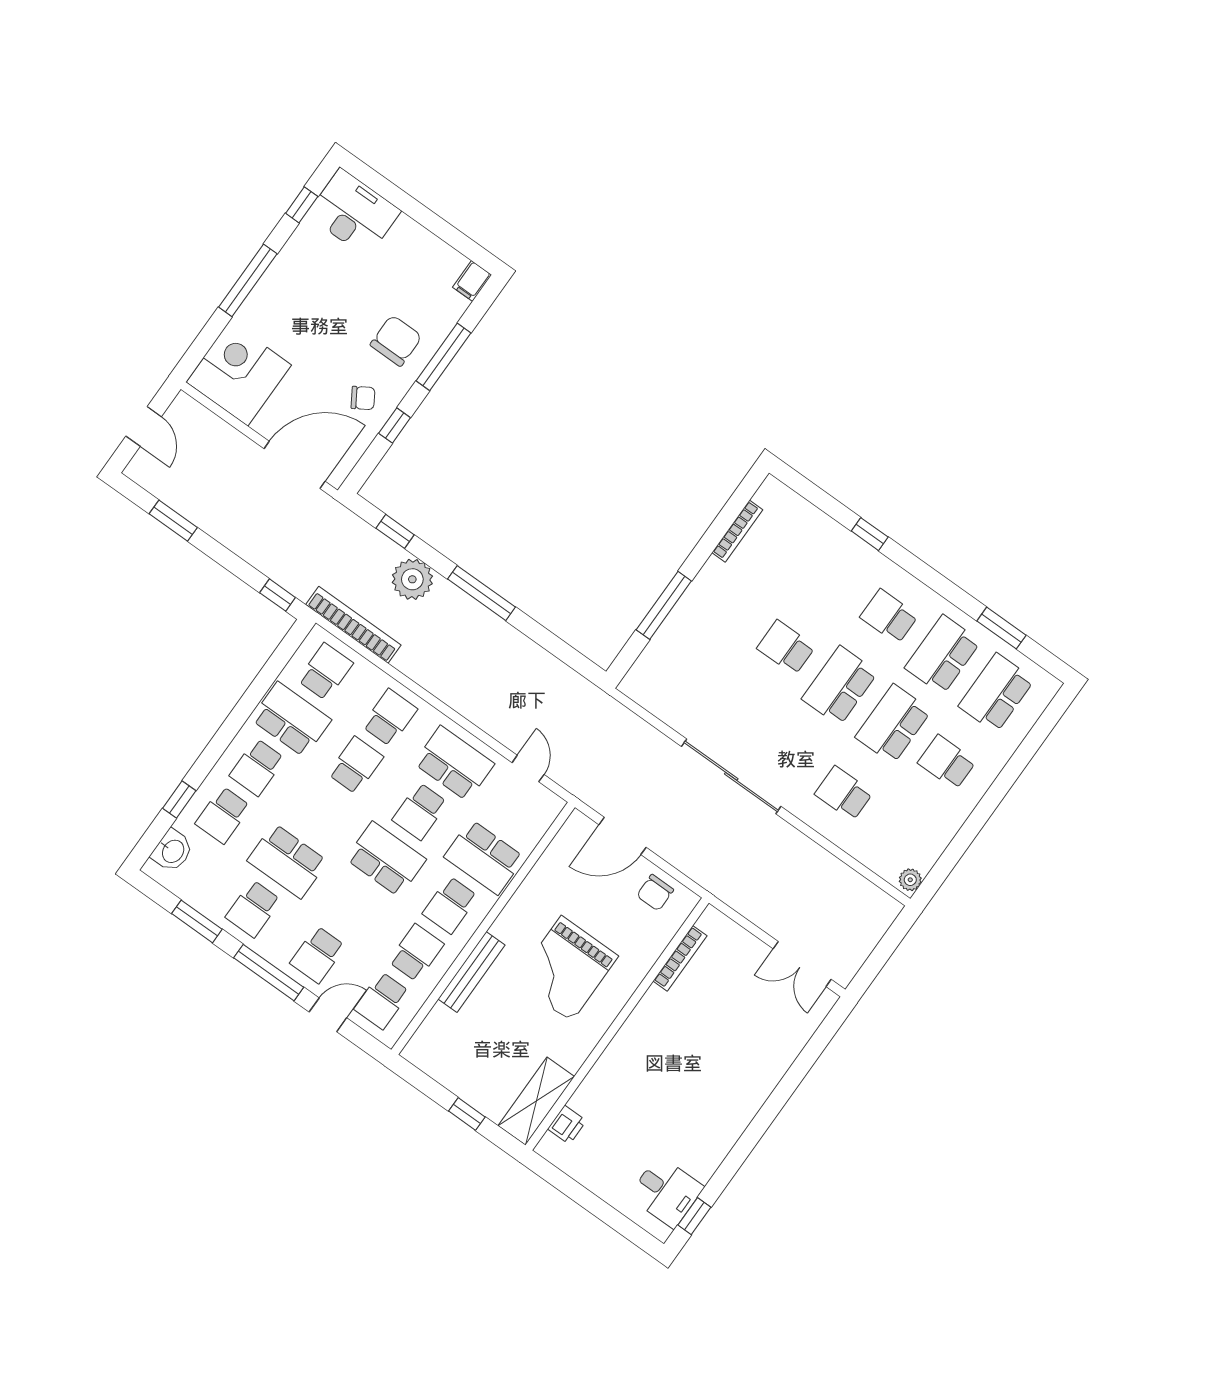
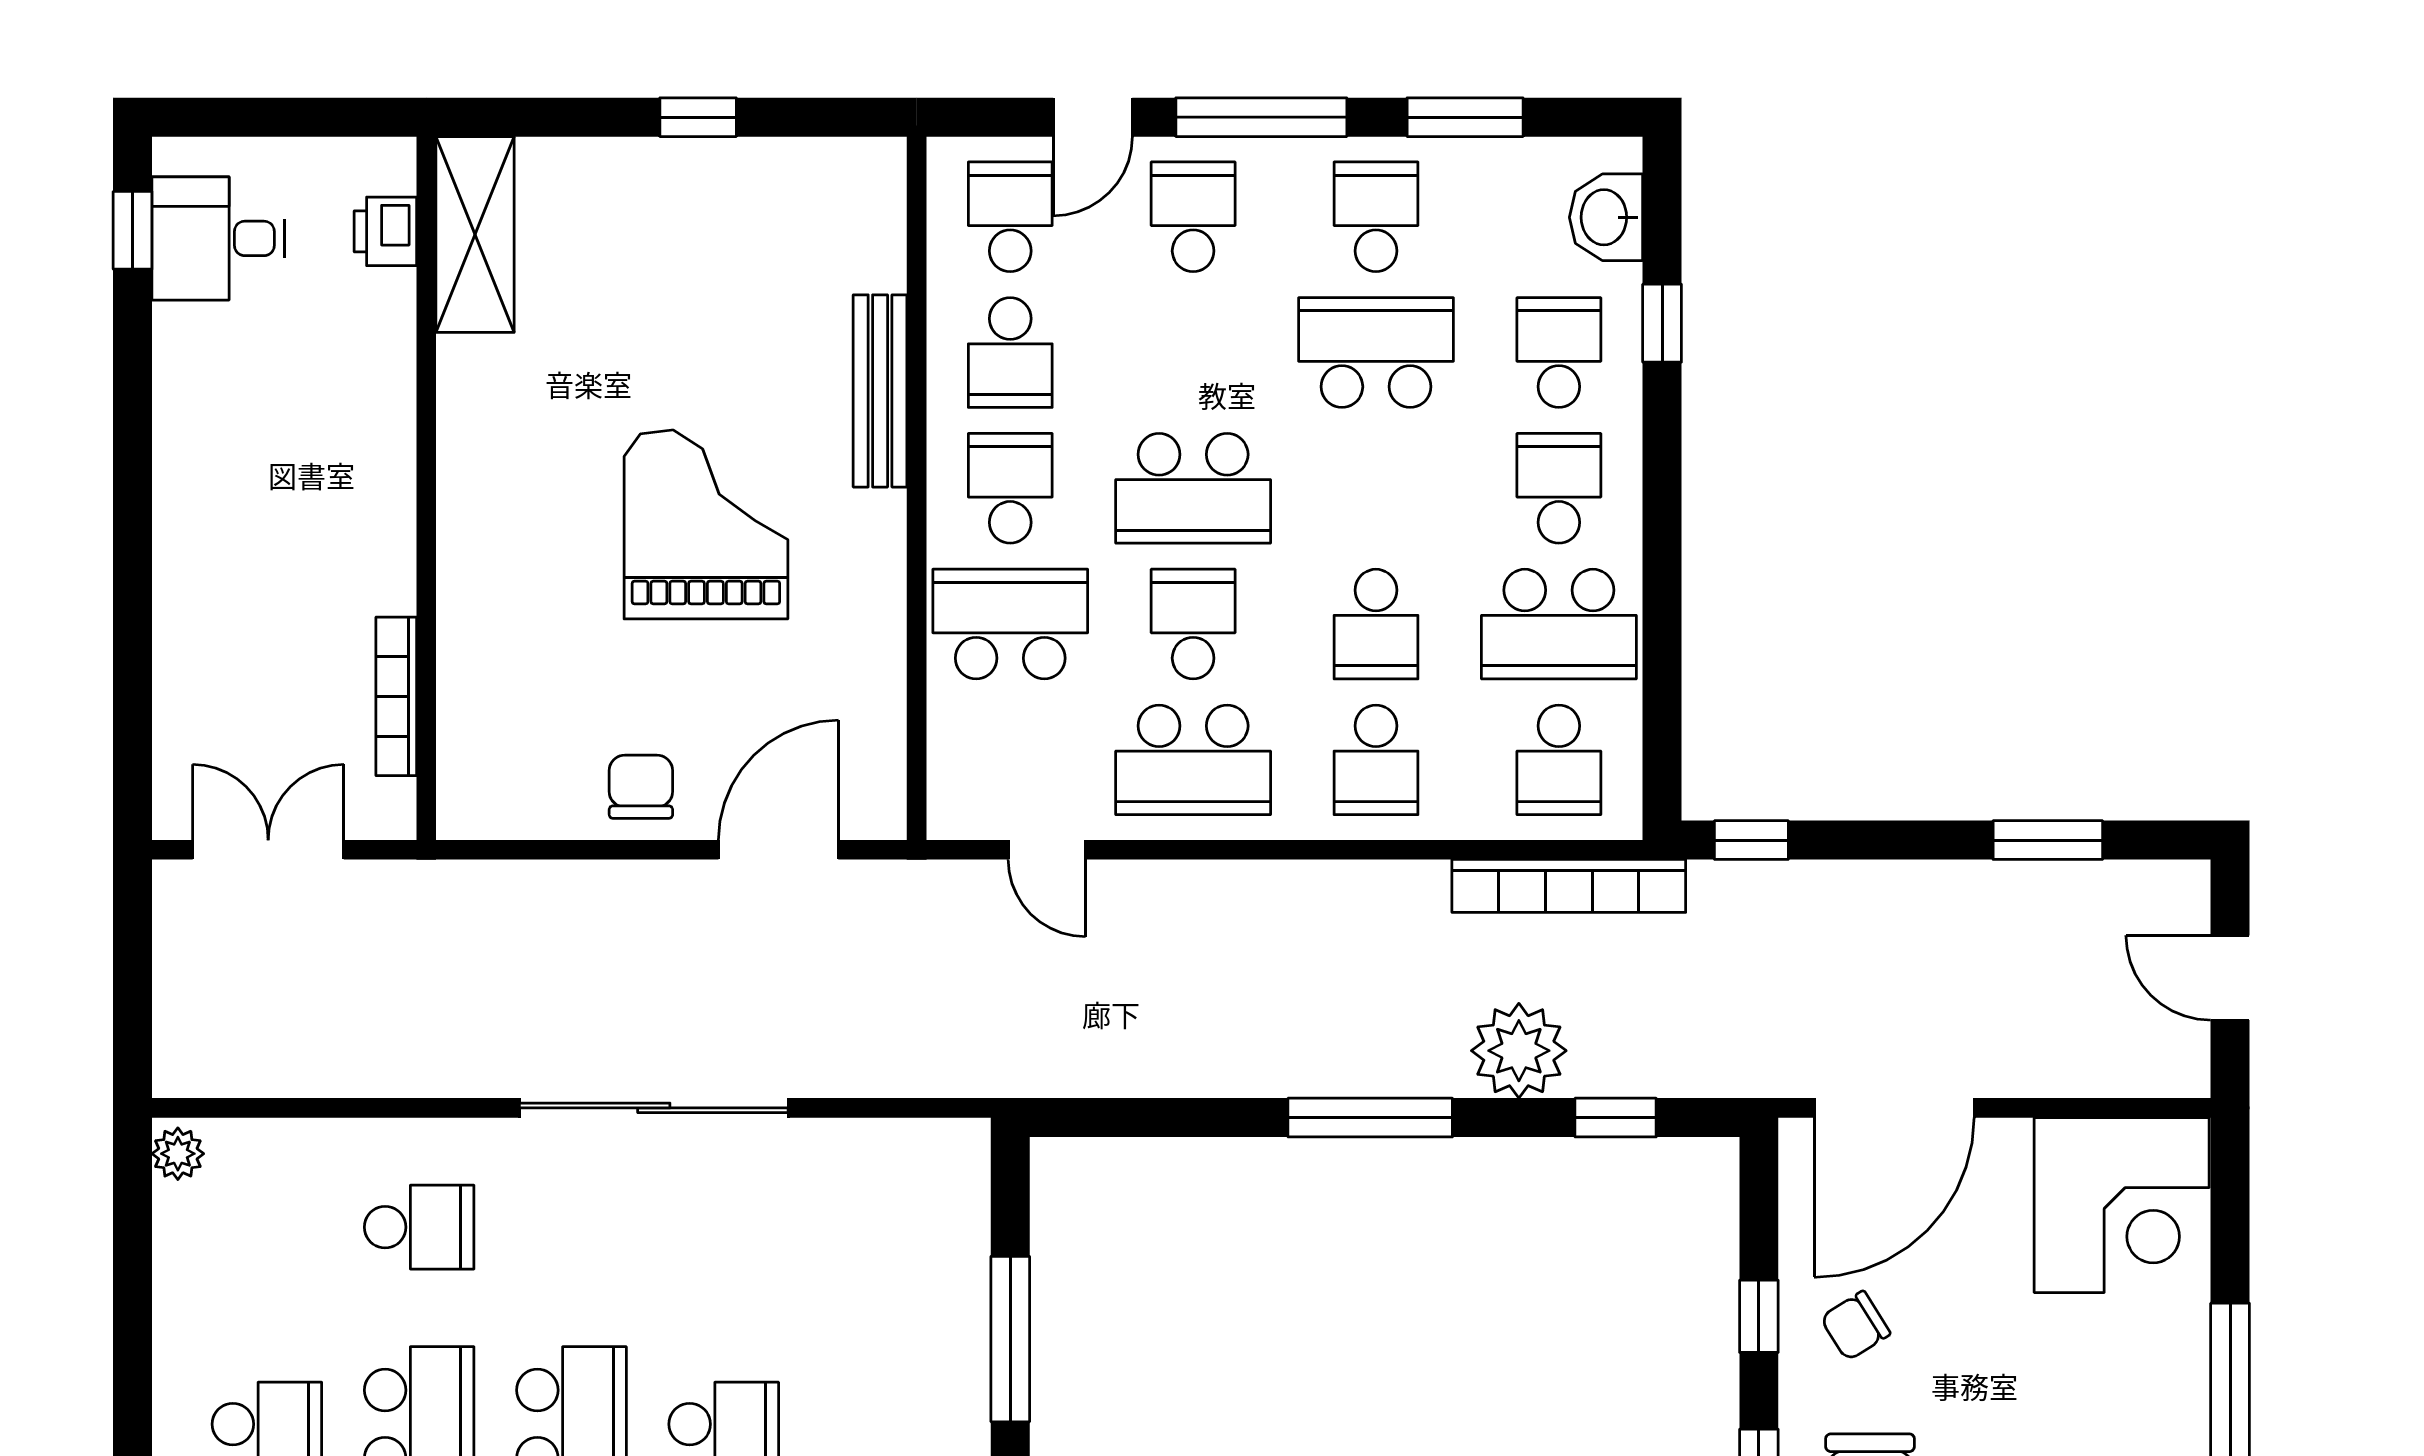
bookcase: (680, 958) -> (396, 696), moved
wall: (617, 1024) -> (426, 488), moved
shelving: (536, 1101) -> (475, 235), moved
printer: (567, 1125) -> (385, 231), moved

